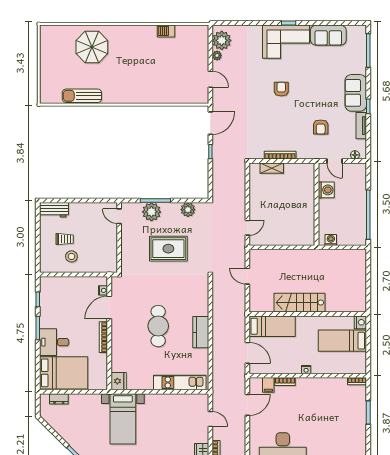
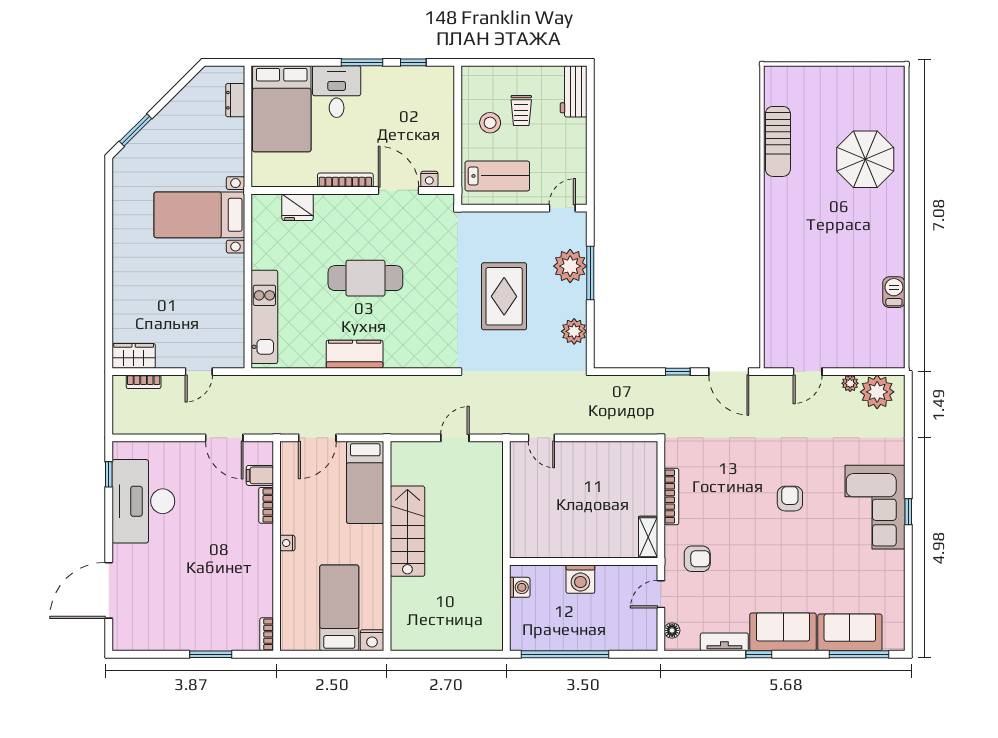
sofa: (328, 35) -> (850, 632), moved, turned 90
armchair: (281, 89) -> (790, 499), turned -90
sun lounger: (82, 96) -> (778, 141), turned 180
armchair: (321, 127) -> (697, 559), moved, turned 180
shelving: (272, 168) -> (648, 537), moved
washing machine: (326, 190) -> (580, 579), moved
lab bench: (101, 252) -> (497, 176), added
fridge: (119, 381) -> (298, 207), moved

